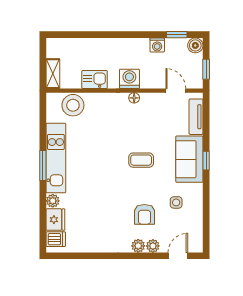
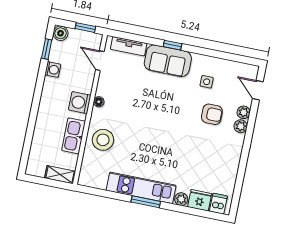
kitchen sink: (95, 80) -> (74, 136), width x1.38
door: (176, 91) -> (100, 61), hinge flipped
stool: (73, 105) -> (103, 140), moved
coffee table: (141, 160) -> (159, 107), removed

